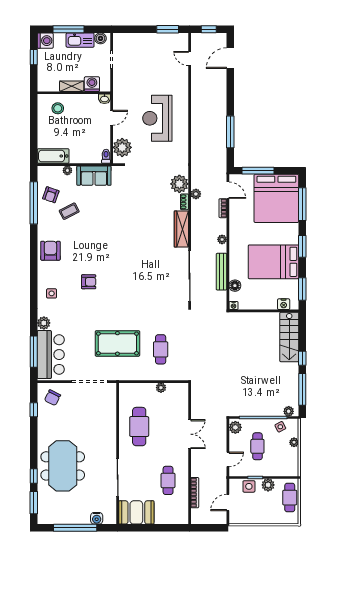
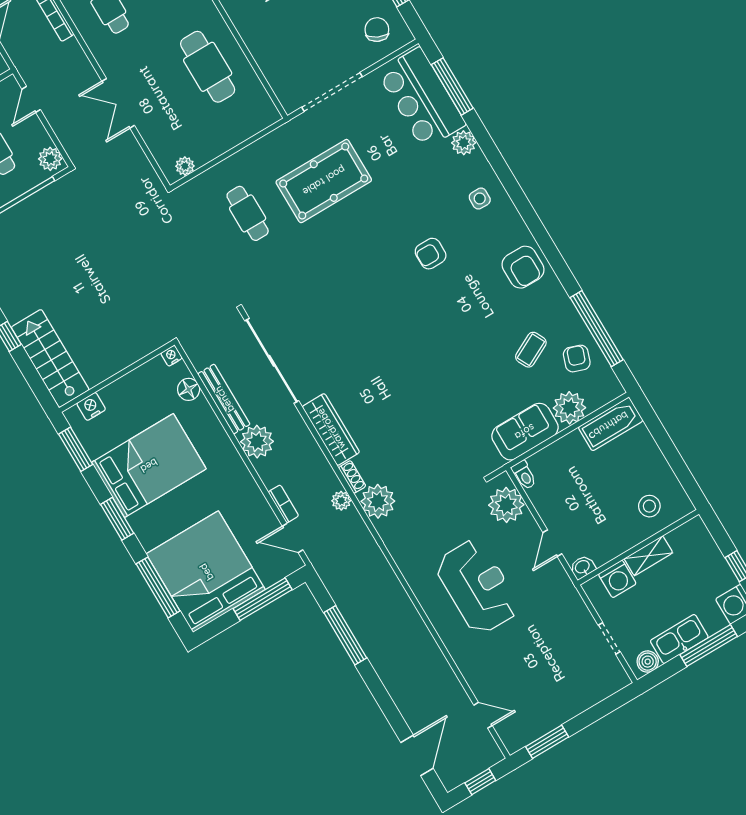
plant: (67, 170) -> (569, 408), width x1.87, depth x1.87
plant: (222, 239) -> (257, 442), width x1.87, depth x1.87
plant: (161, 388) -> (185, 166), moved

